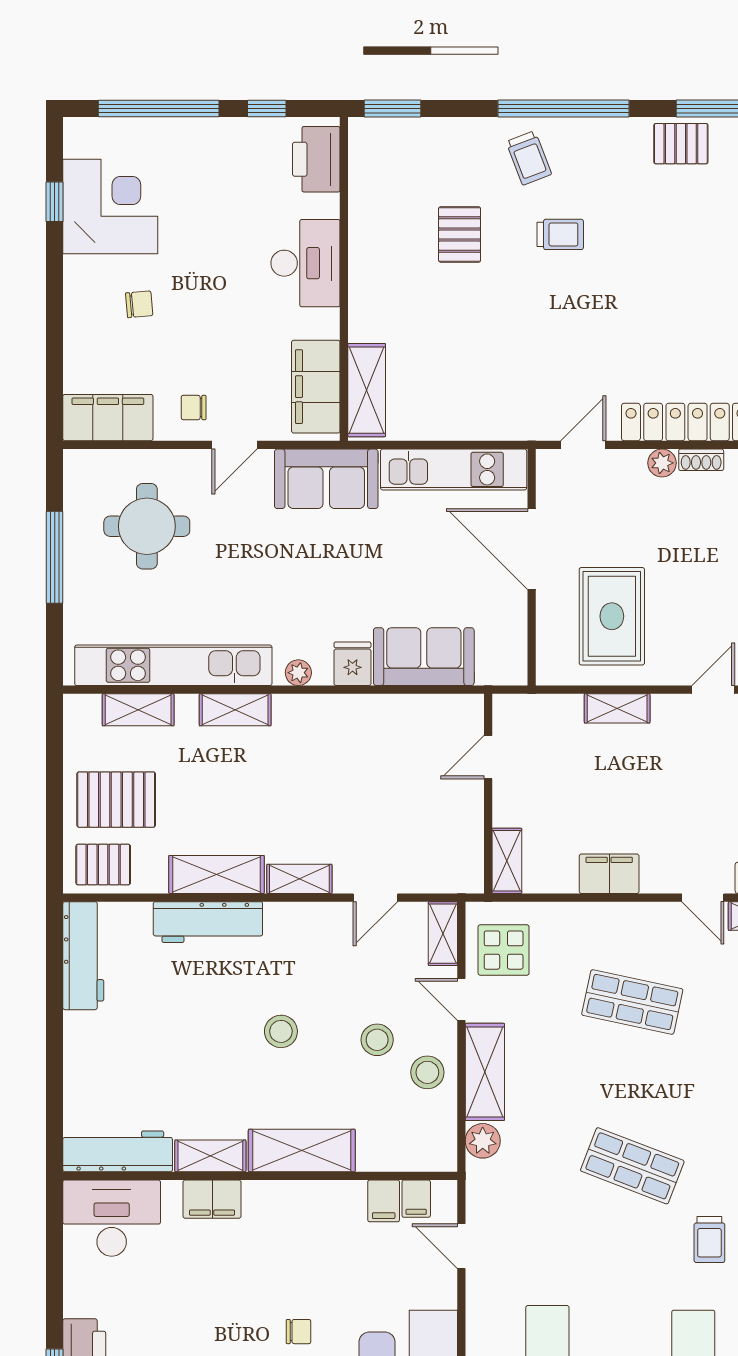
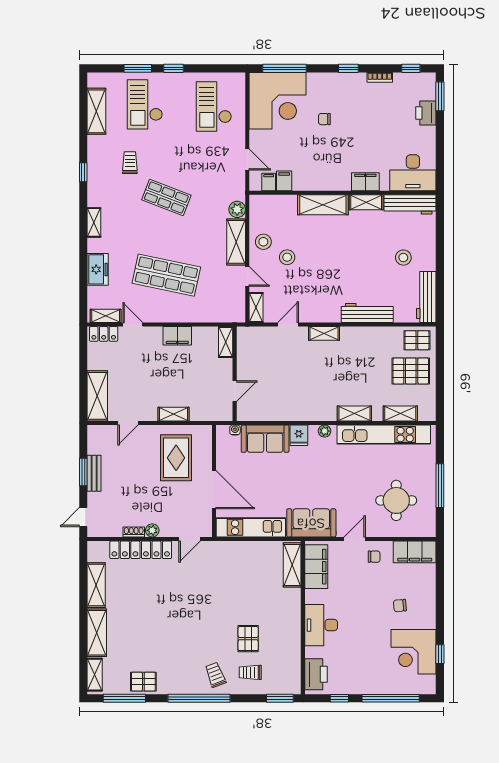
trolley: (560, 234) -> (250, 672), moved
water cooler: (487, 675) -> (235, 430), added
shelving: (216, 874) -> (363, 336), removed
display table: (504, 950) -> (227, 300), removed
shop shelf: (632, 1002) -> (166, 275), width x1.43, depth x1.36
stool: (281, 1031) -> (403, 258), moved

